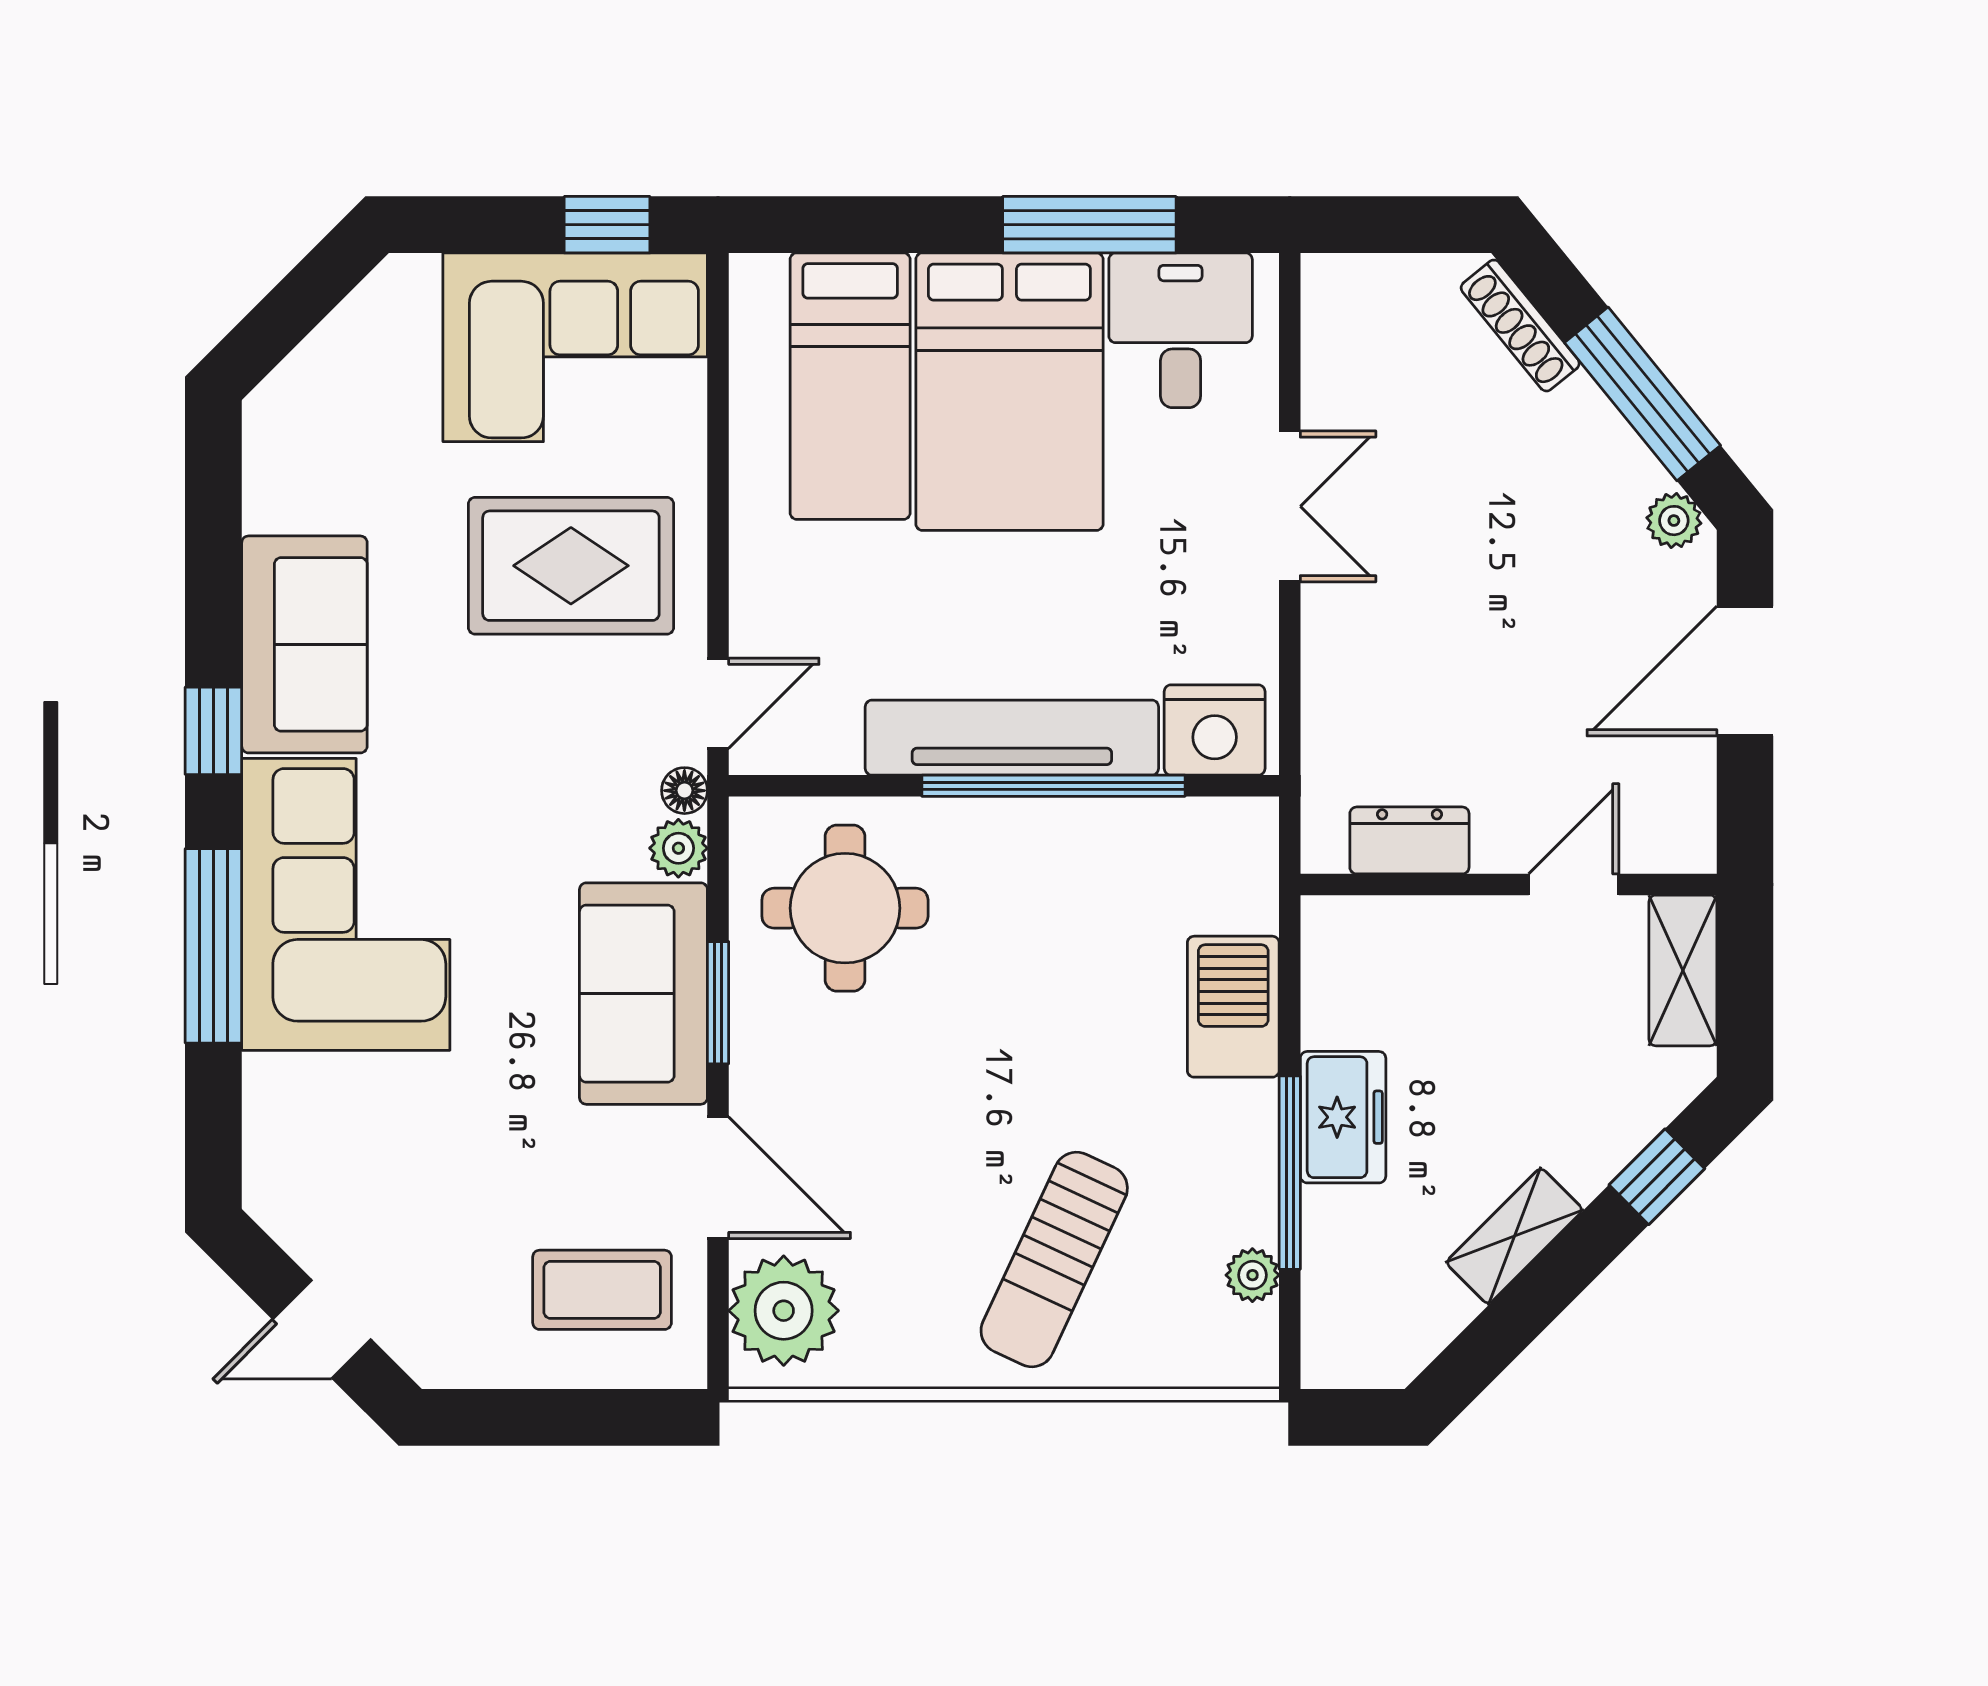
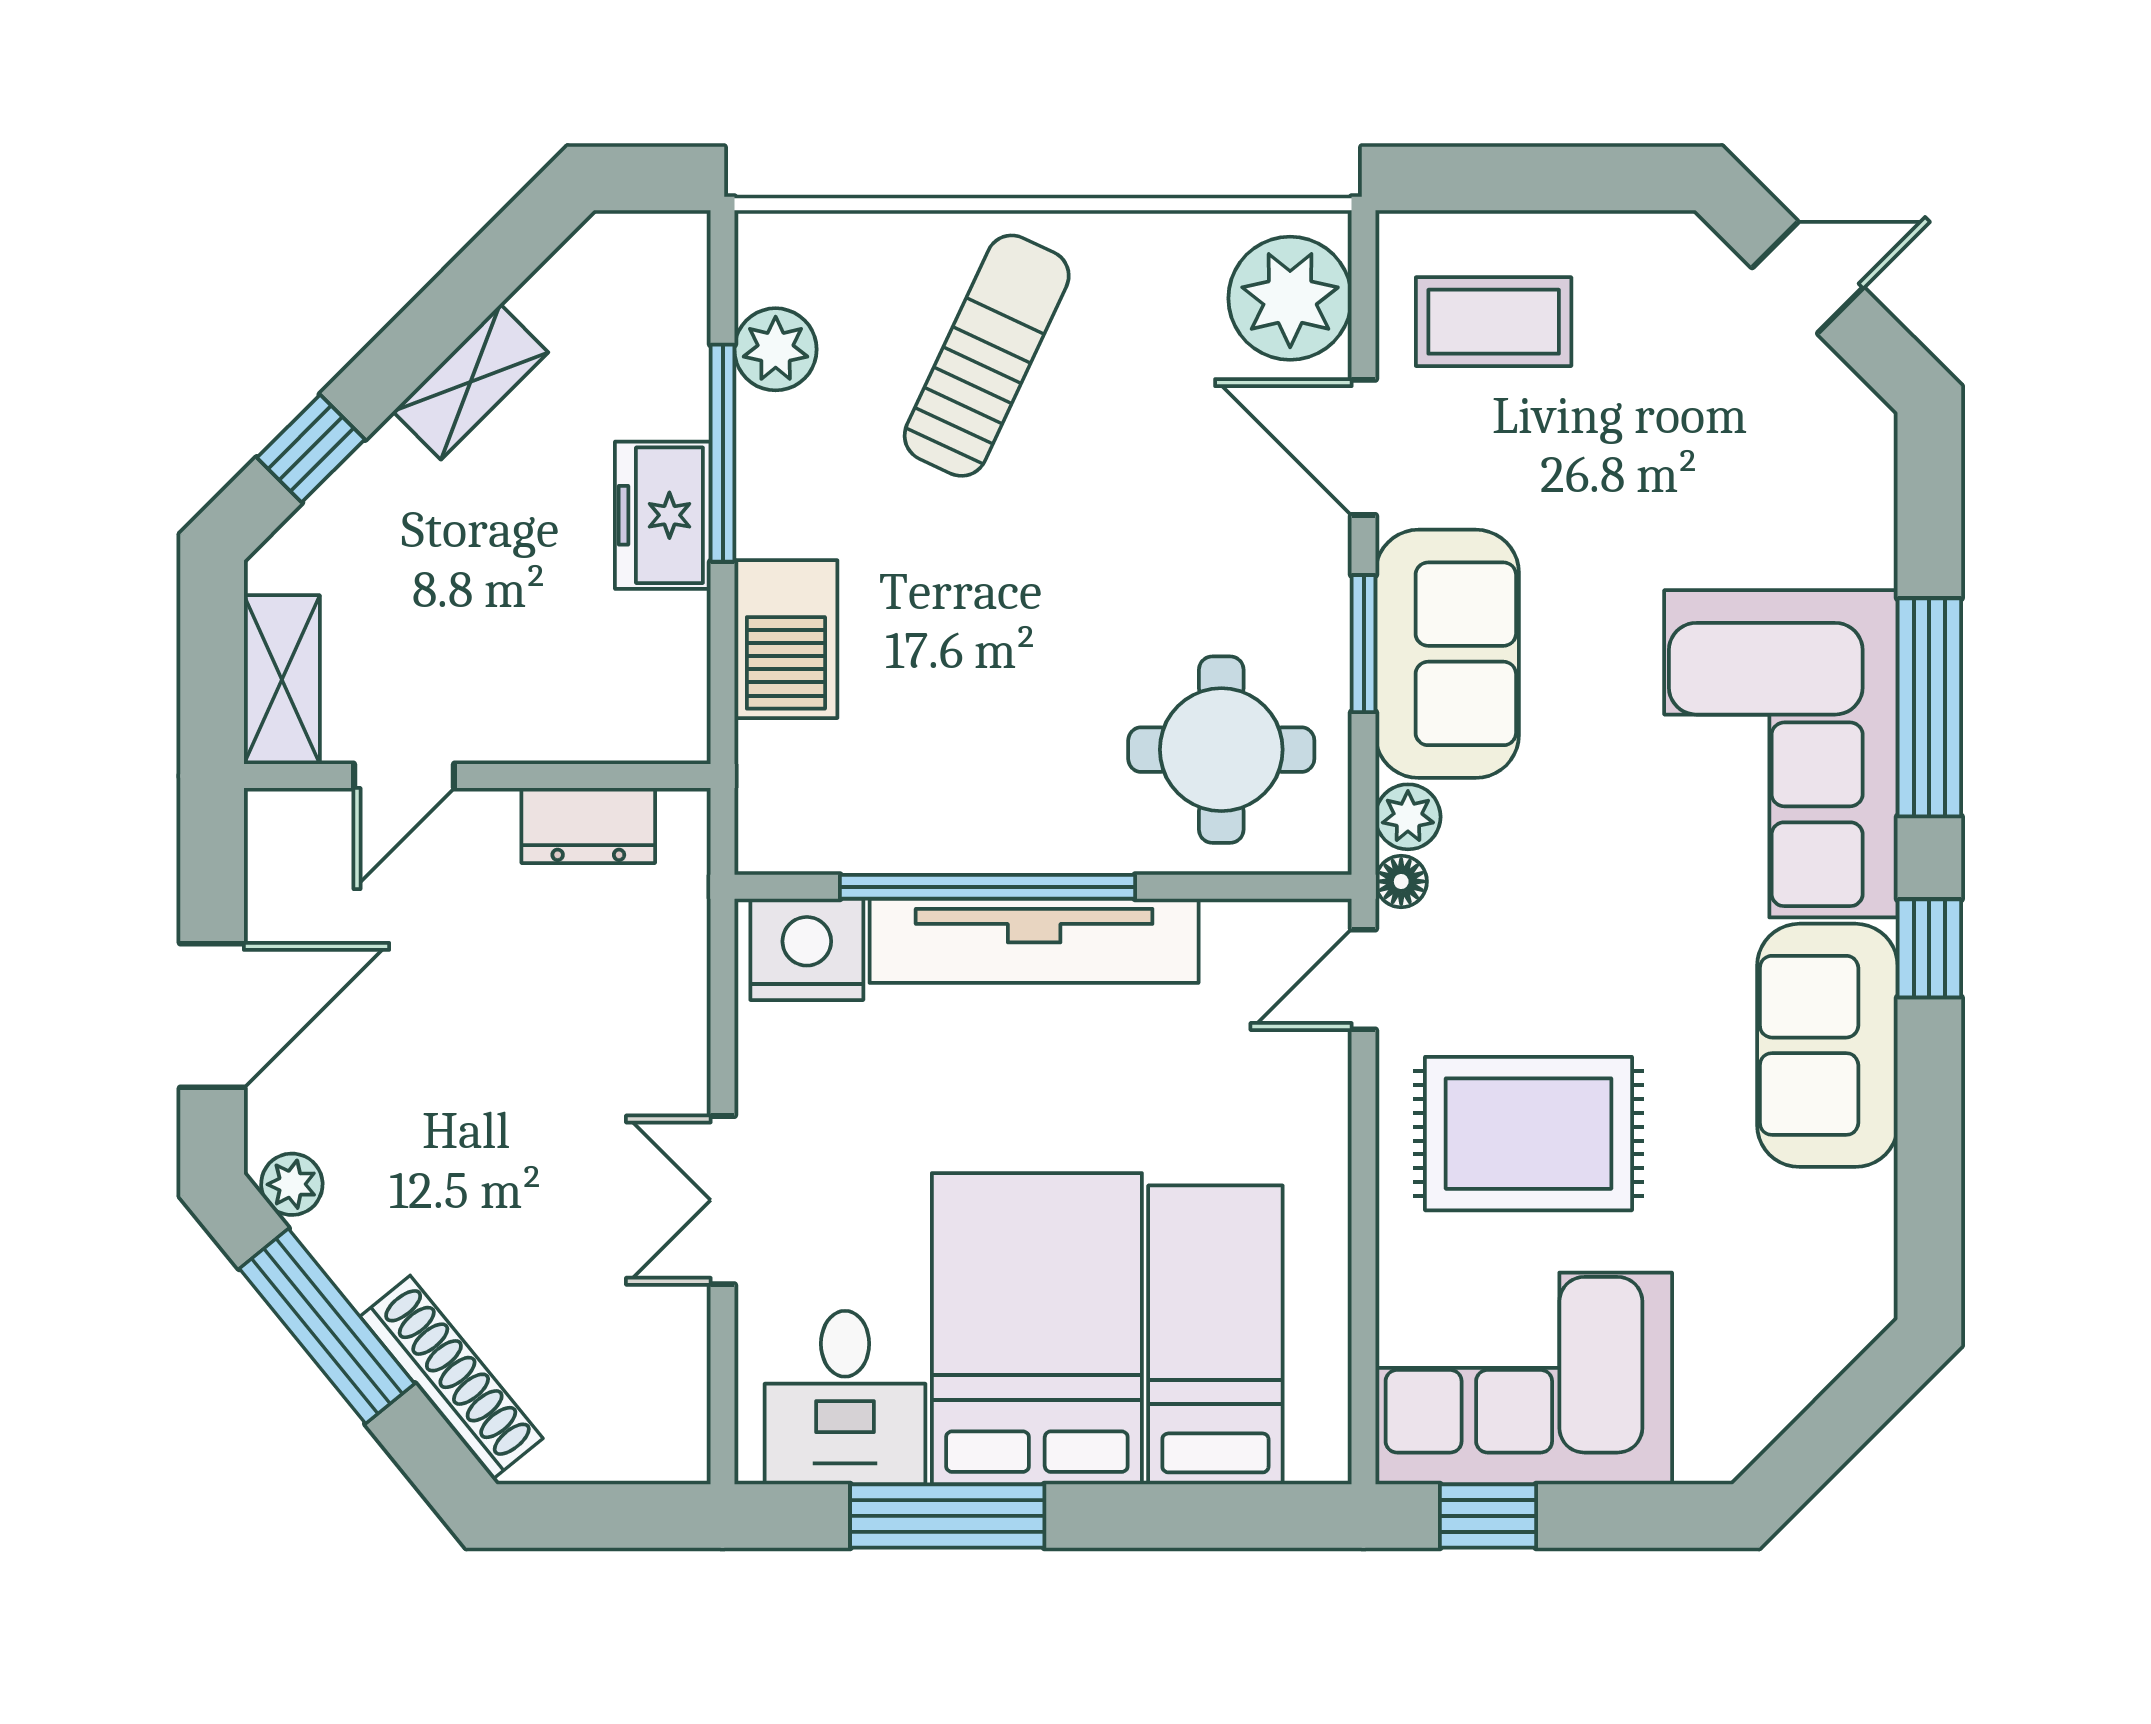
shoe rack: (1520, 326) -> (451, 1377), width x1.36, depth x1.24
plant: (1252, 1275) -> (776, 349), width x1.38, depth x1.38

